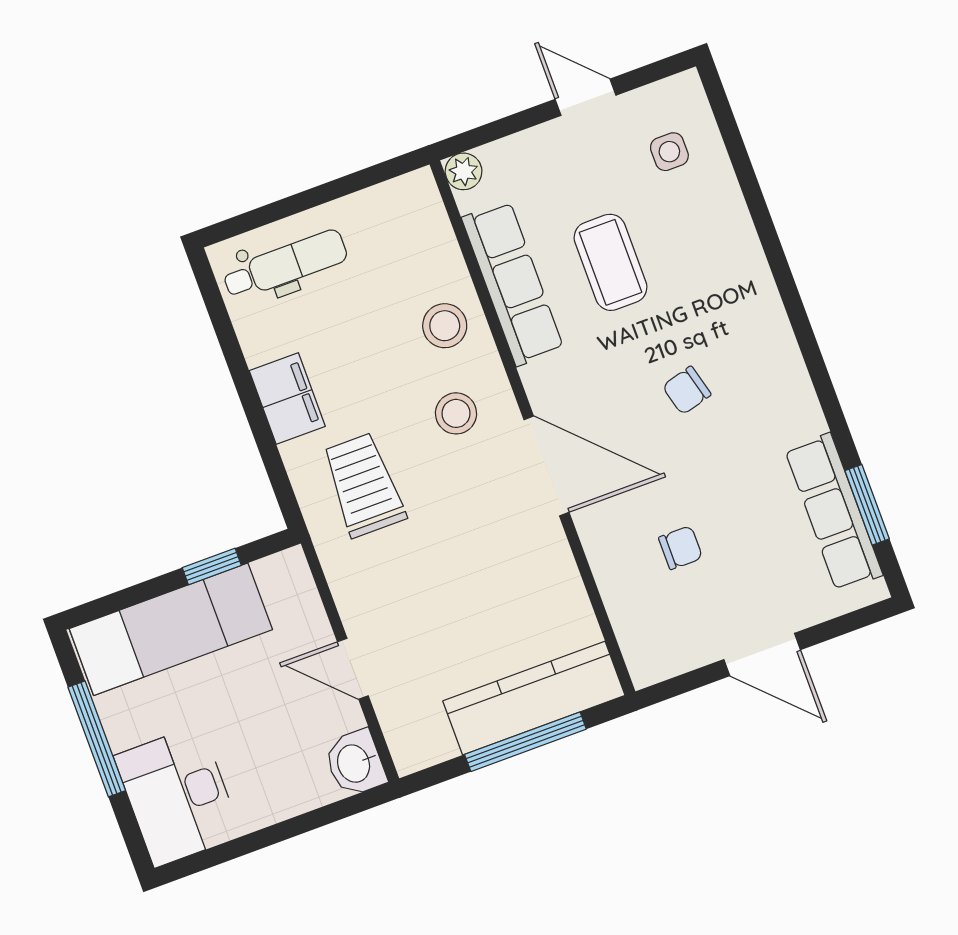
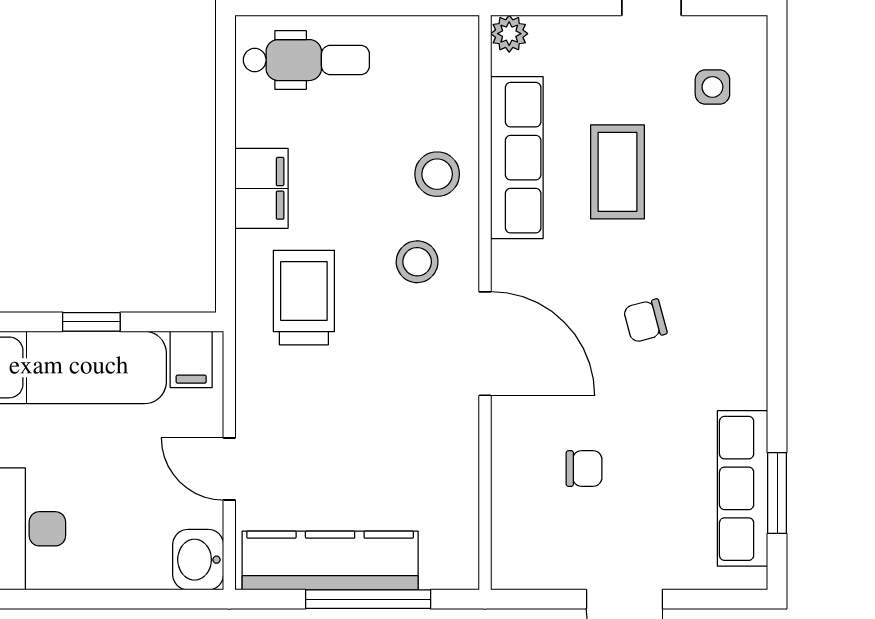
window: (212, 566) -> (91, 322), moved
filing cabinet: (280, 580) -> (191, 359), added
kitchen counter: (534, 698) -> (330, 560), moved

